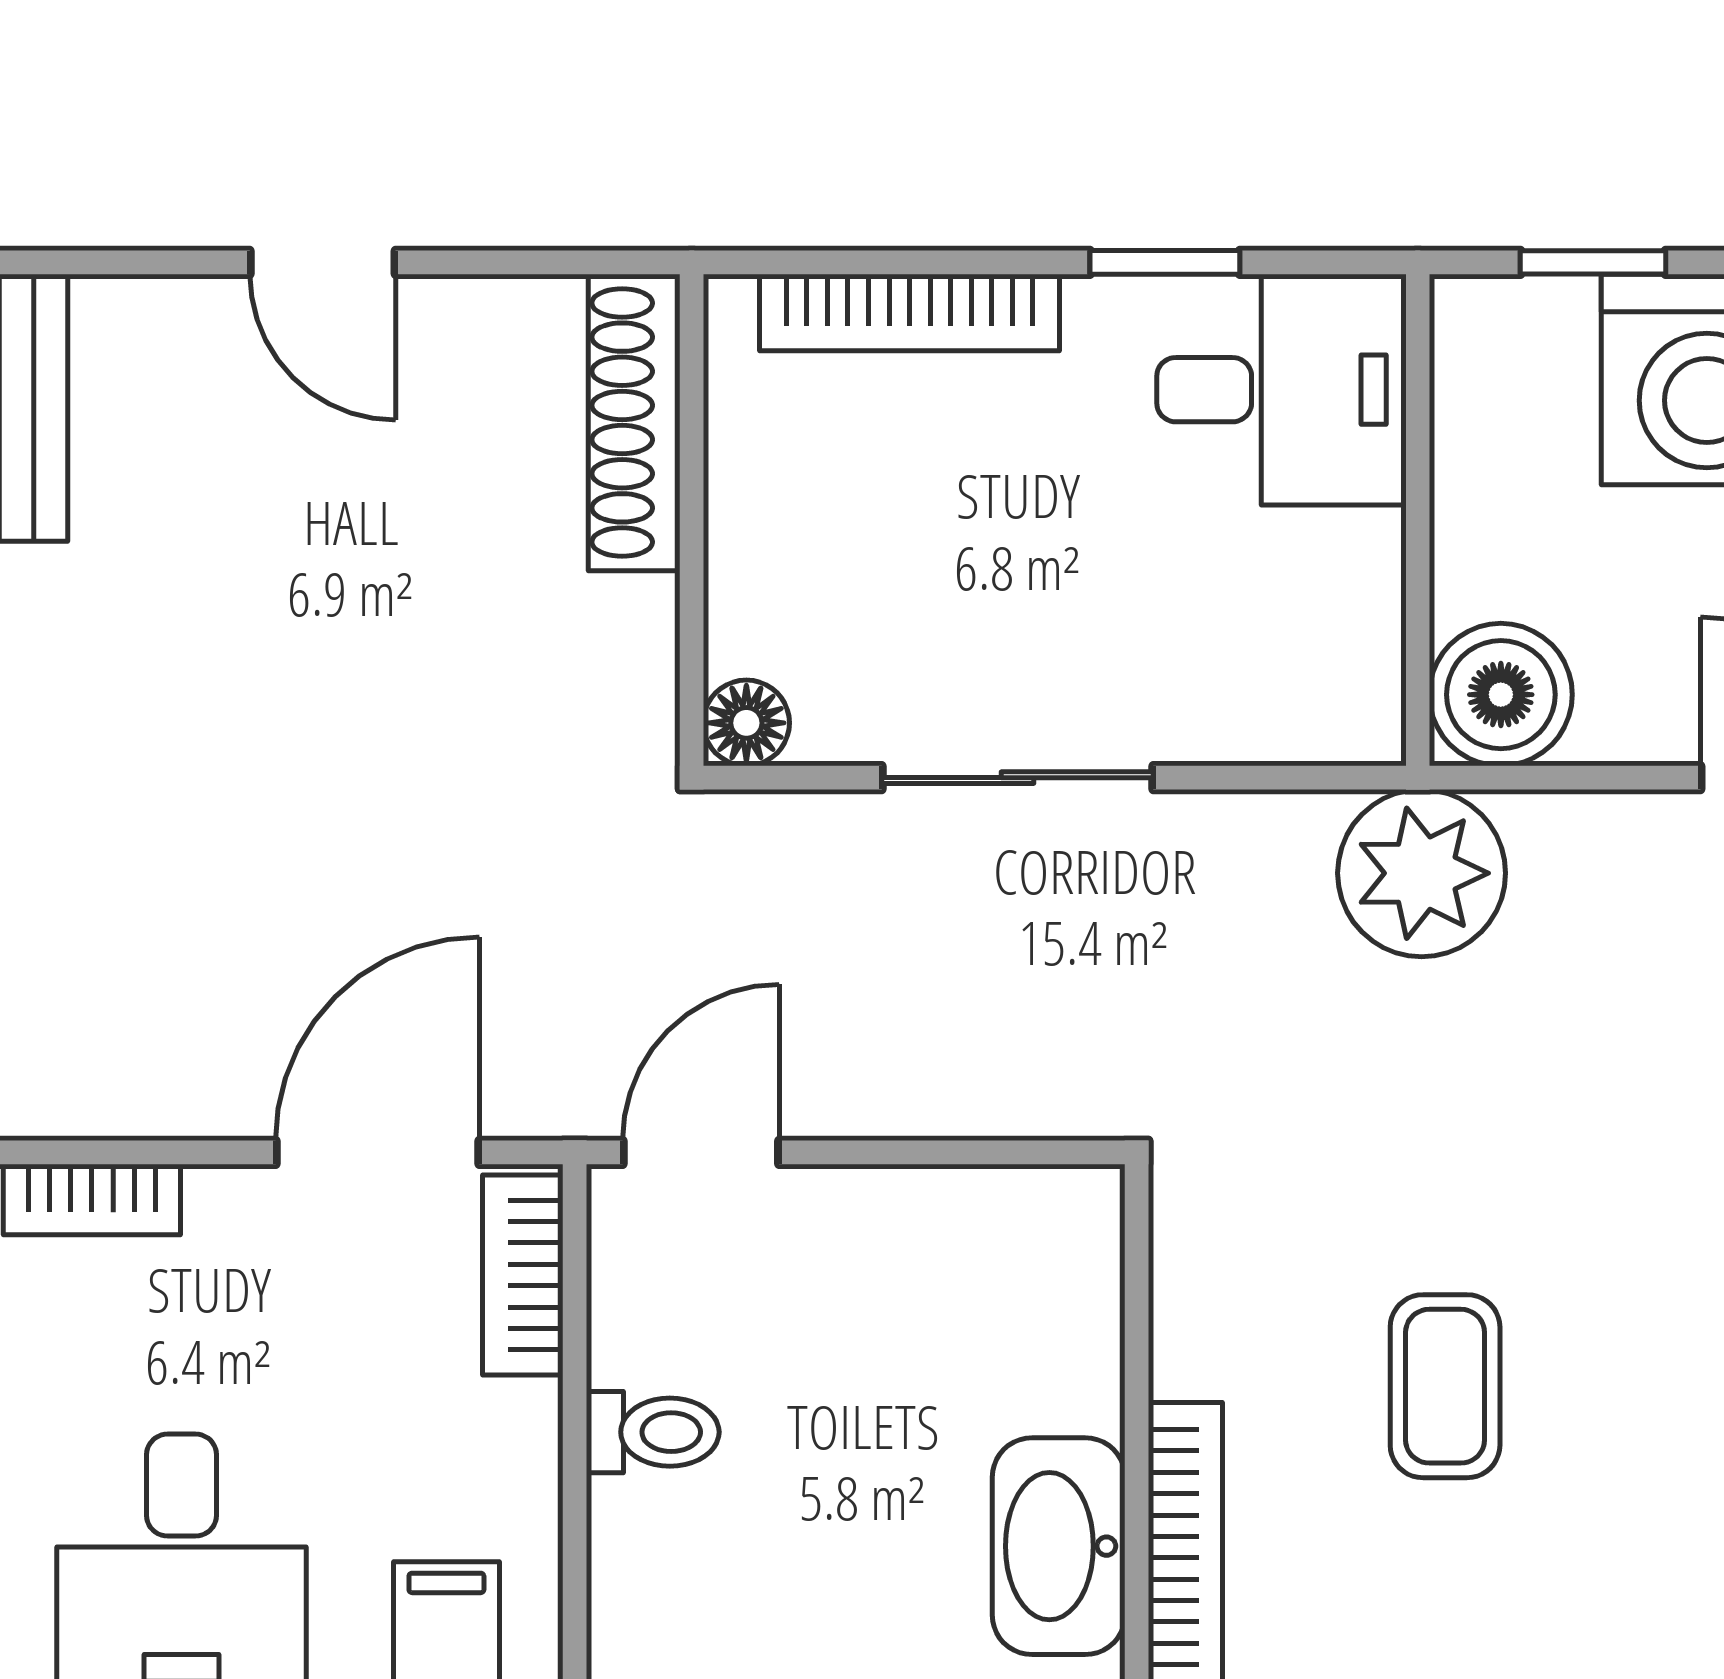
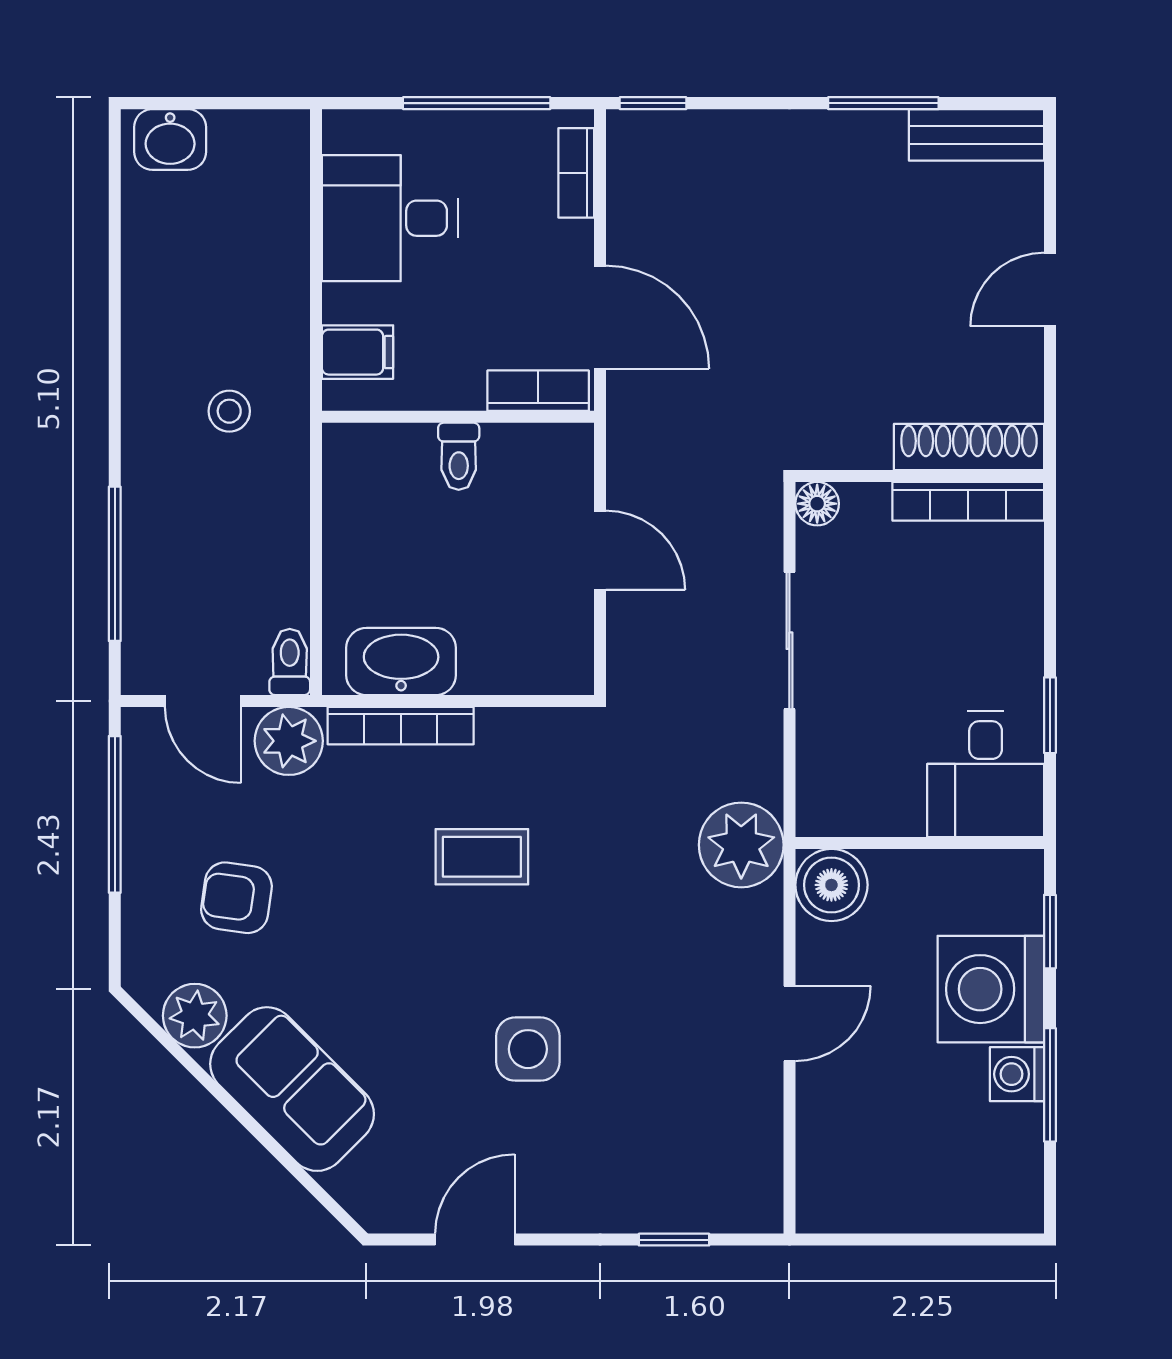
bookcase: (910, 312) -> (968, 501), moved, turned -90
door: (701, 1152) -> (600, 550), moved

